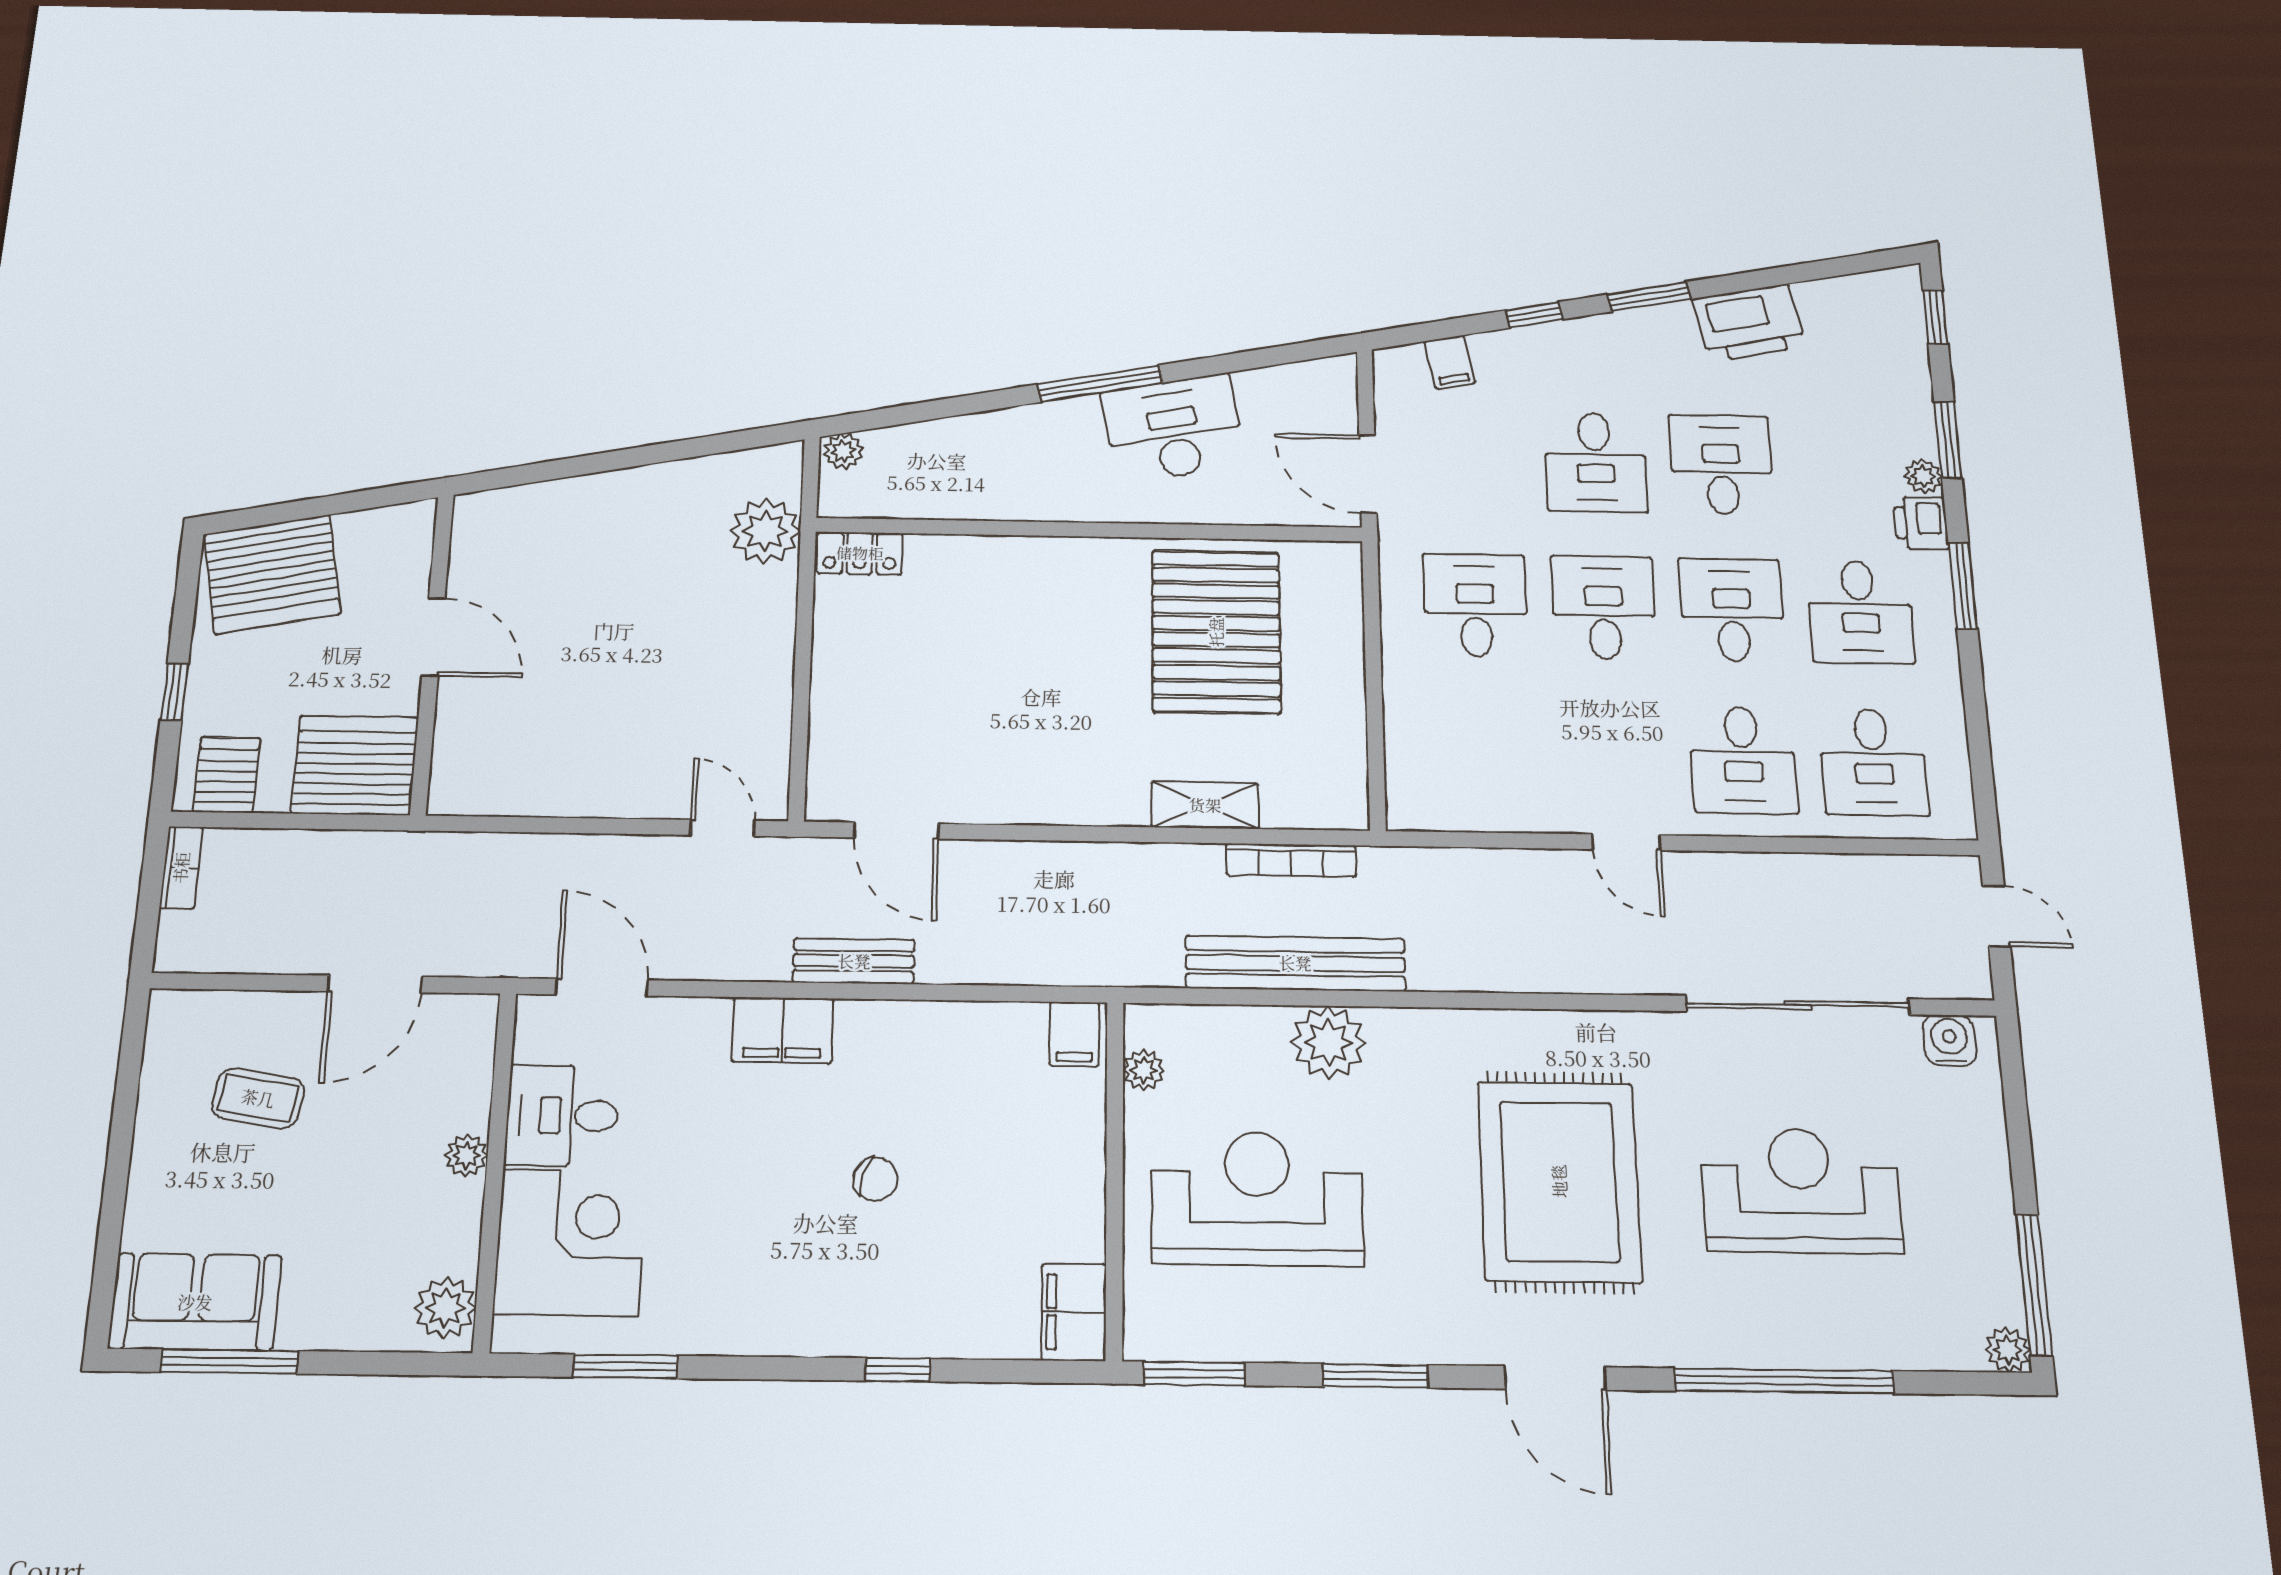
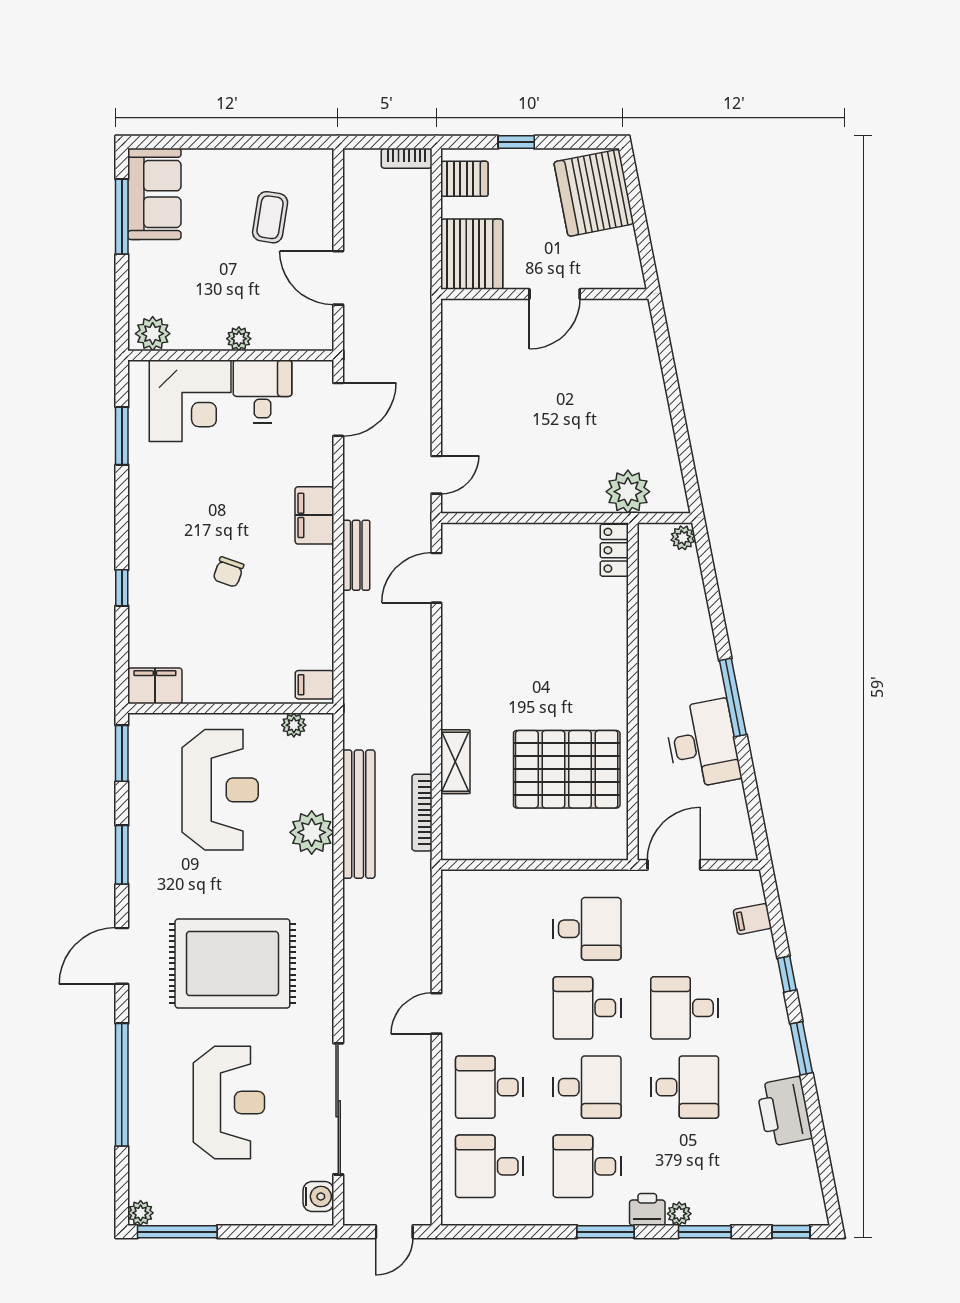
desk: (1604, 607) -> (587, 1008), turned 180

